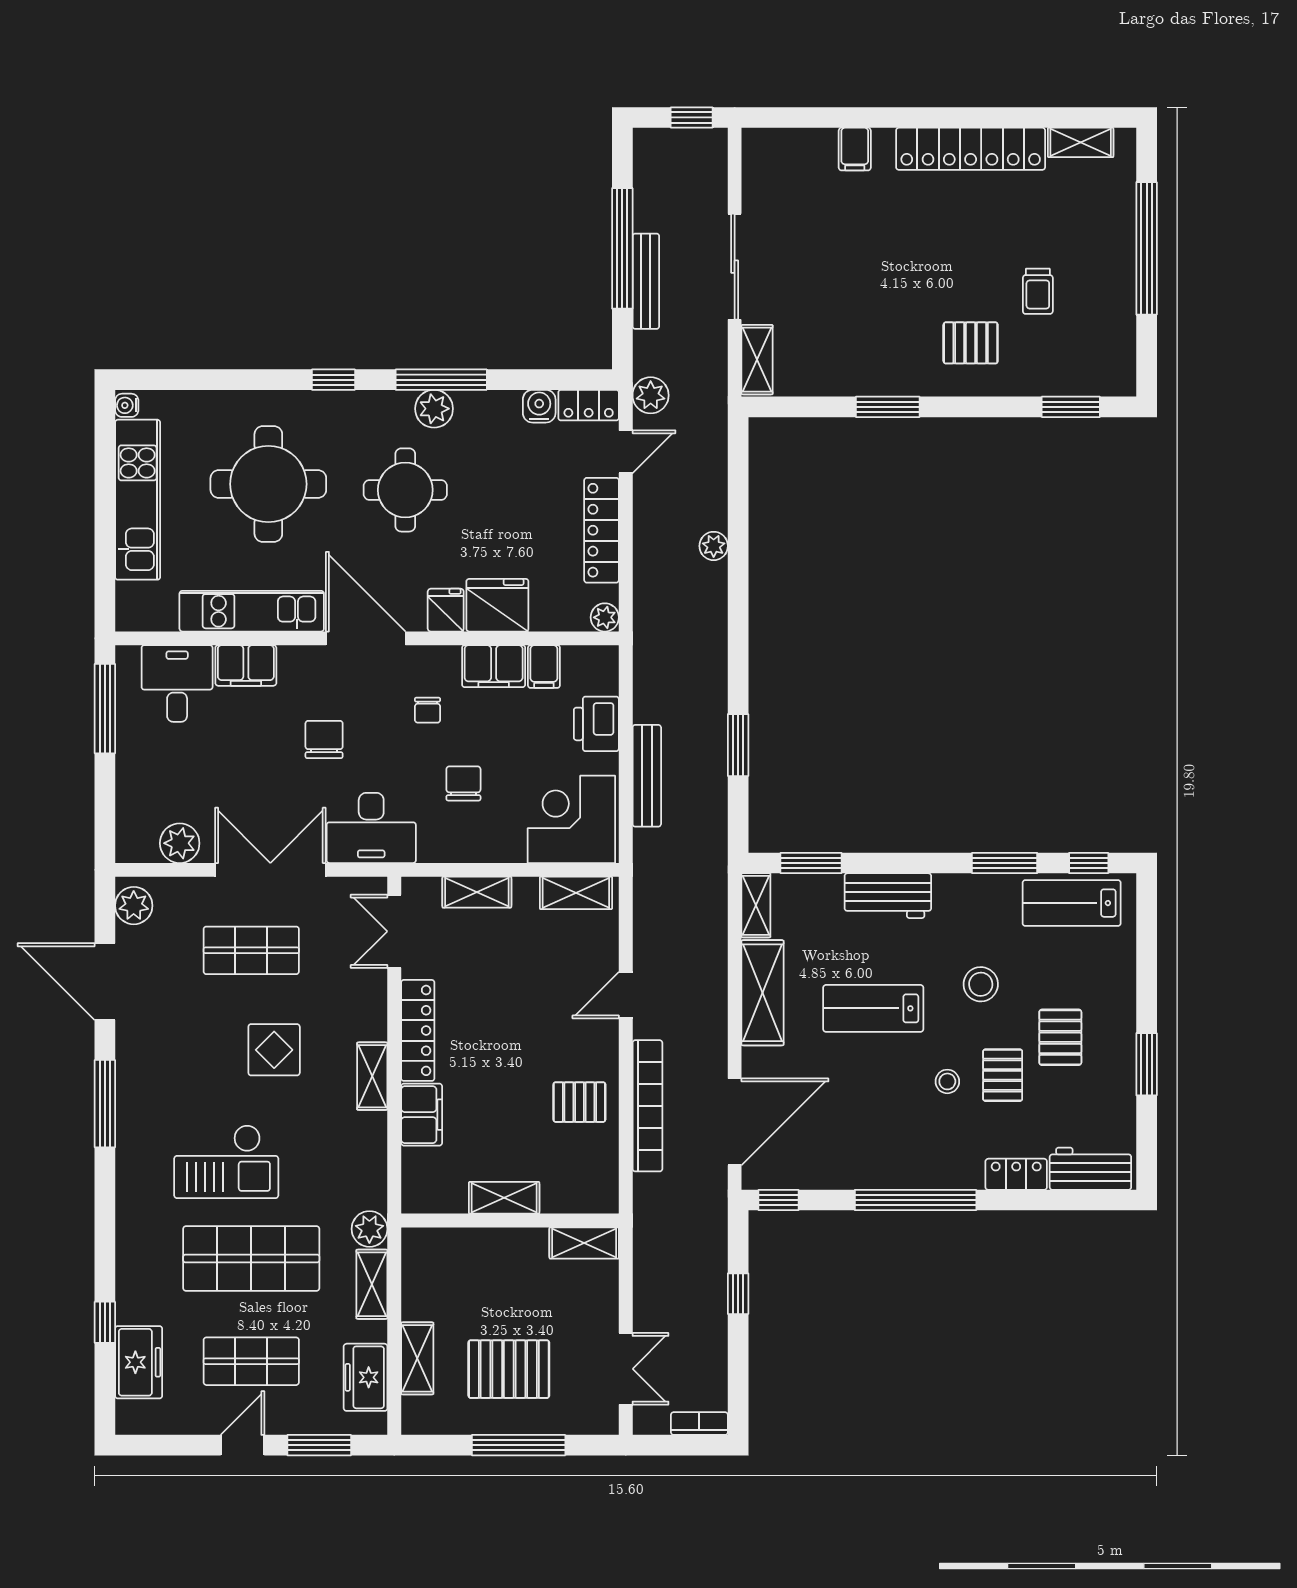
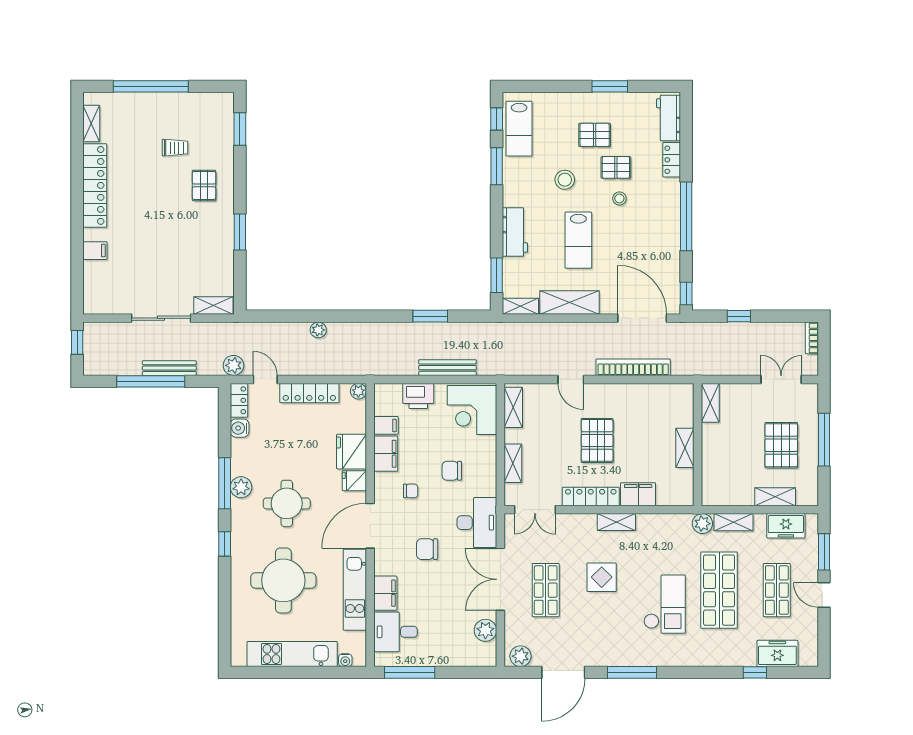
water cooler: (127, 405) -> (345, 660), moved
pallet: (579, 1102) -> (597, 440), moved, width x1.50, depth x1.42

